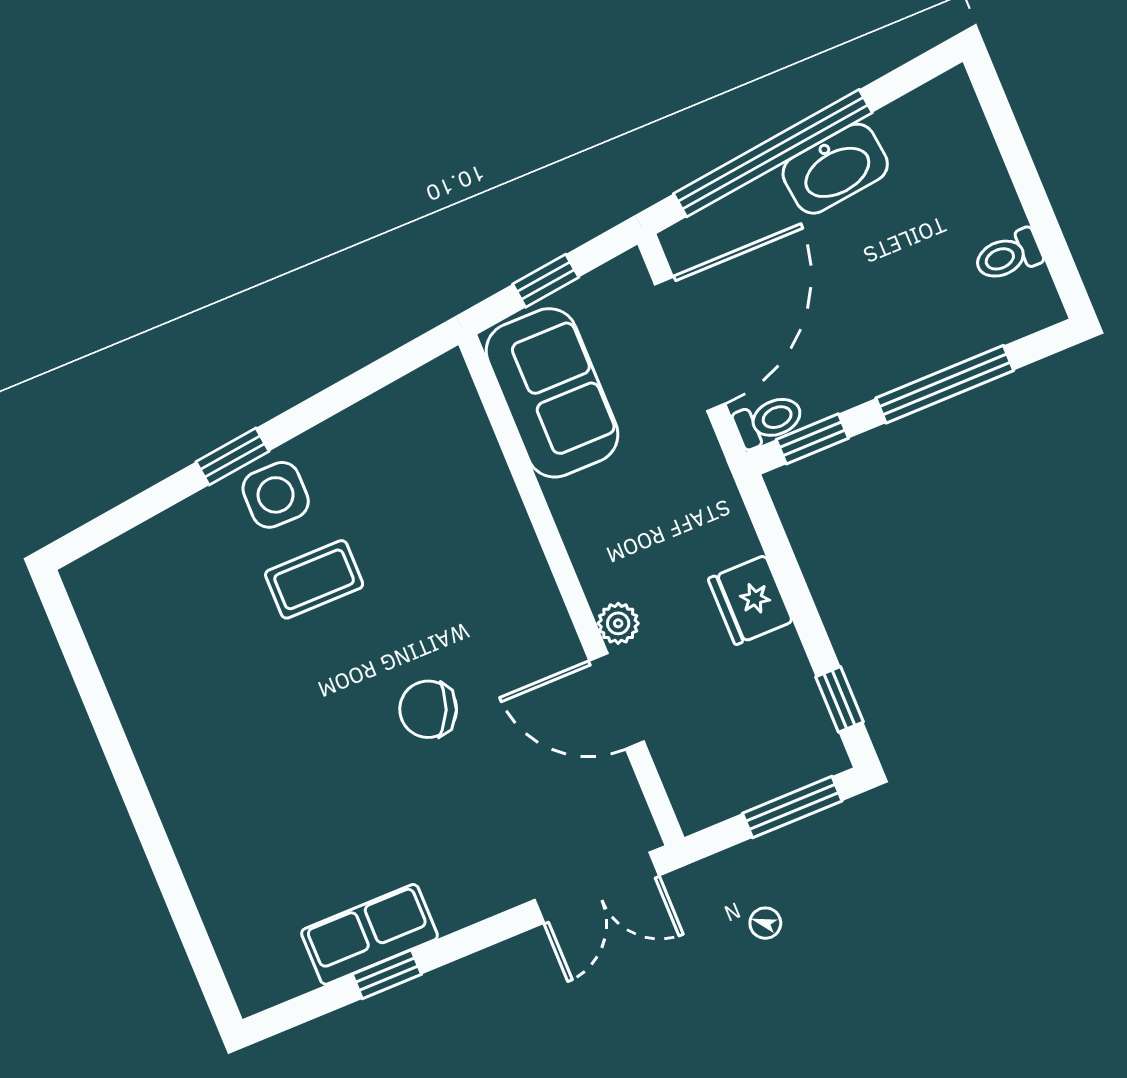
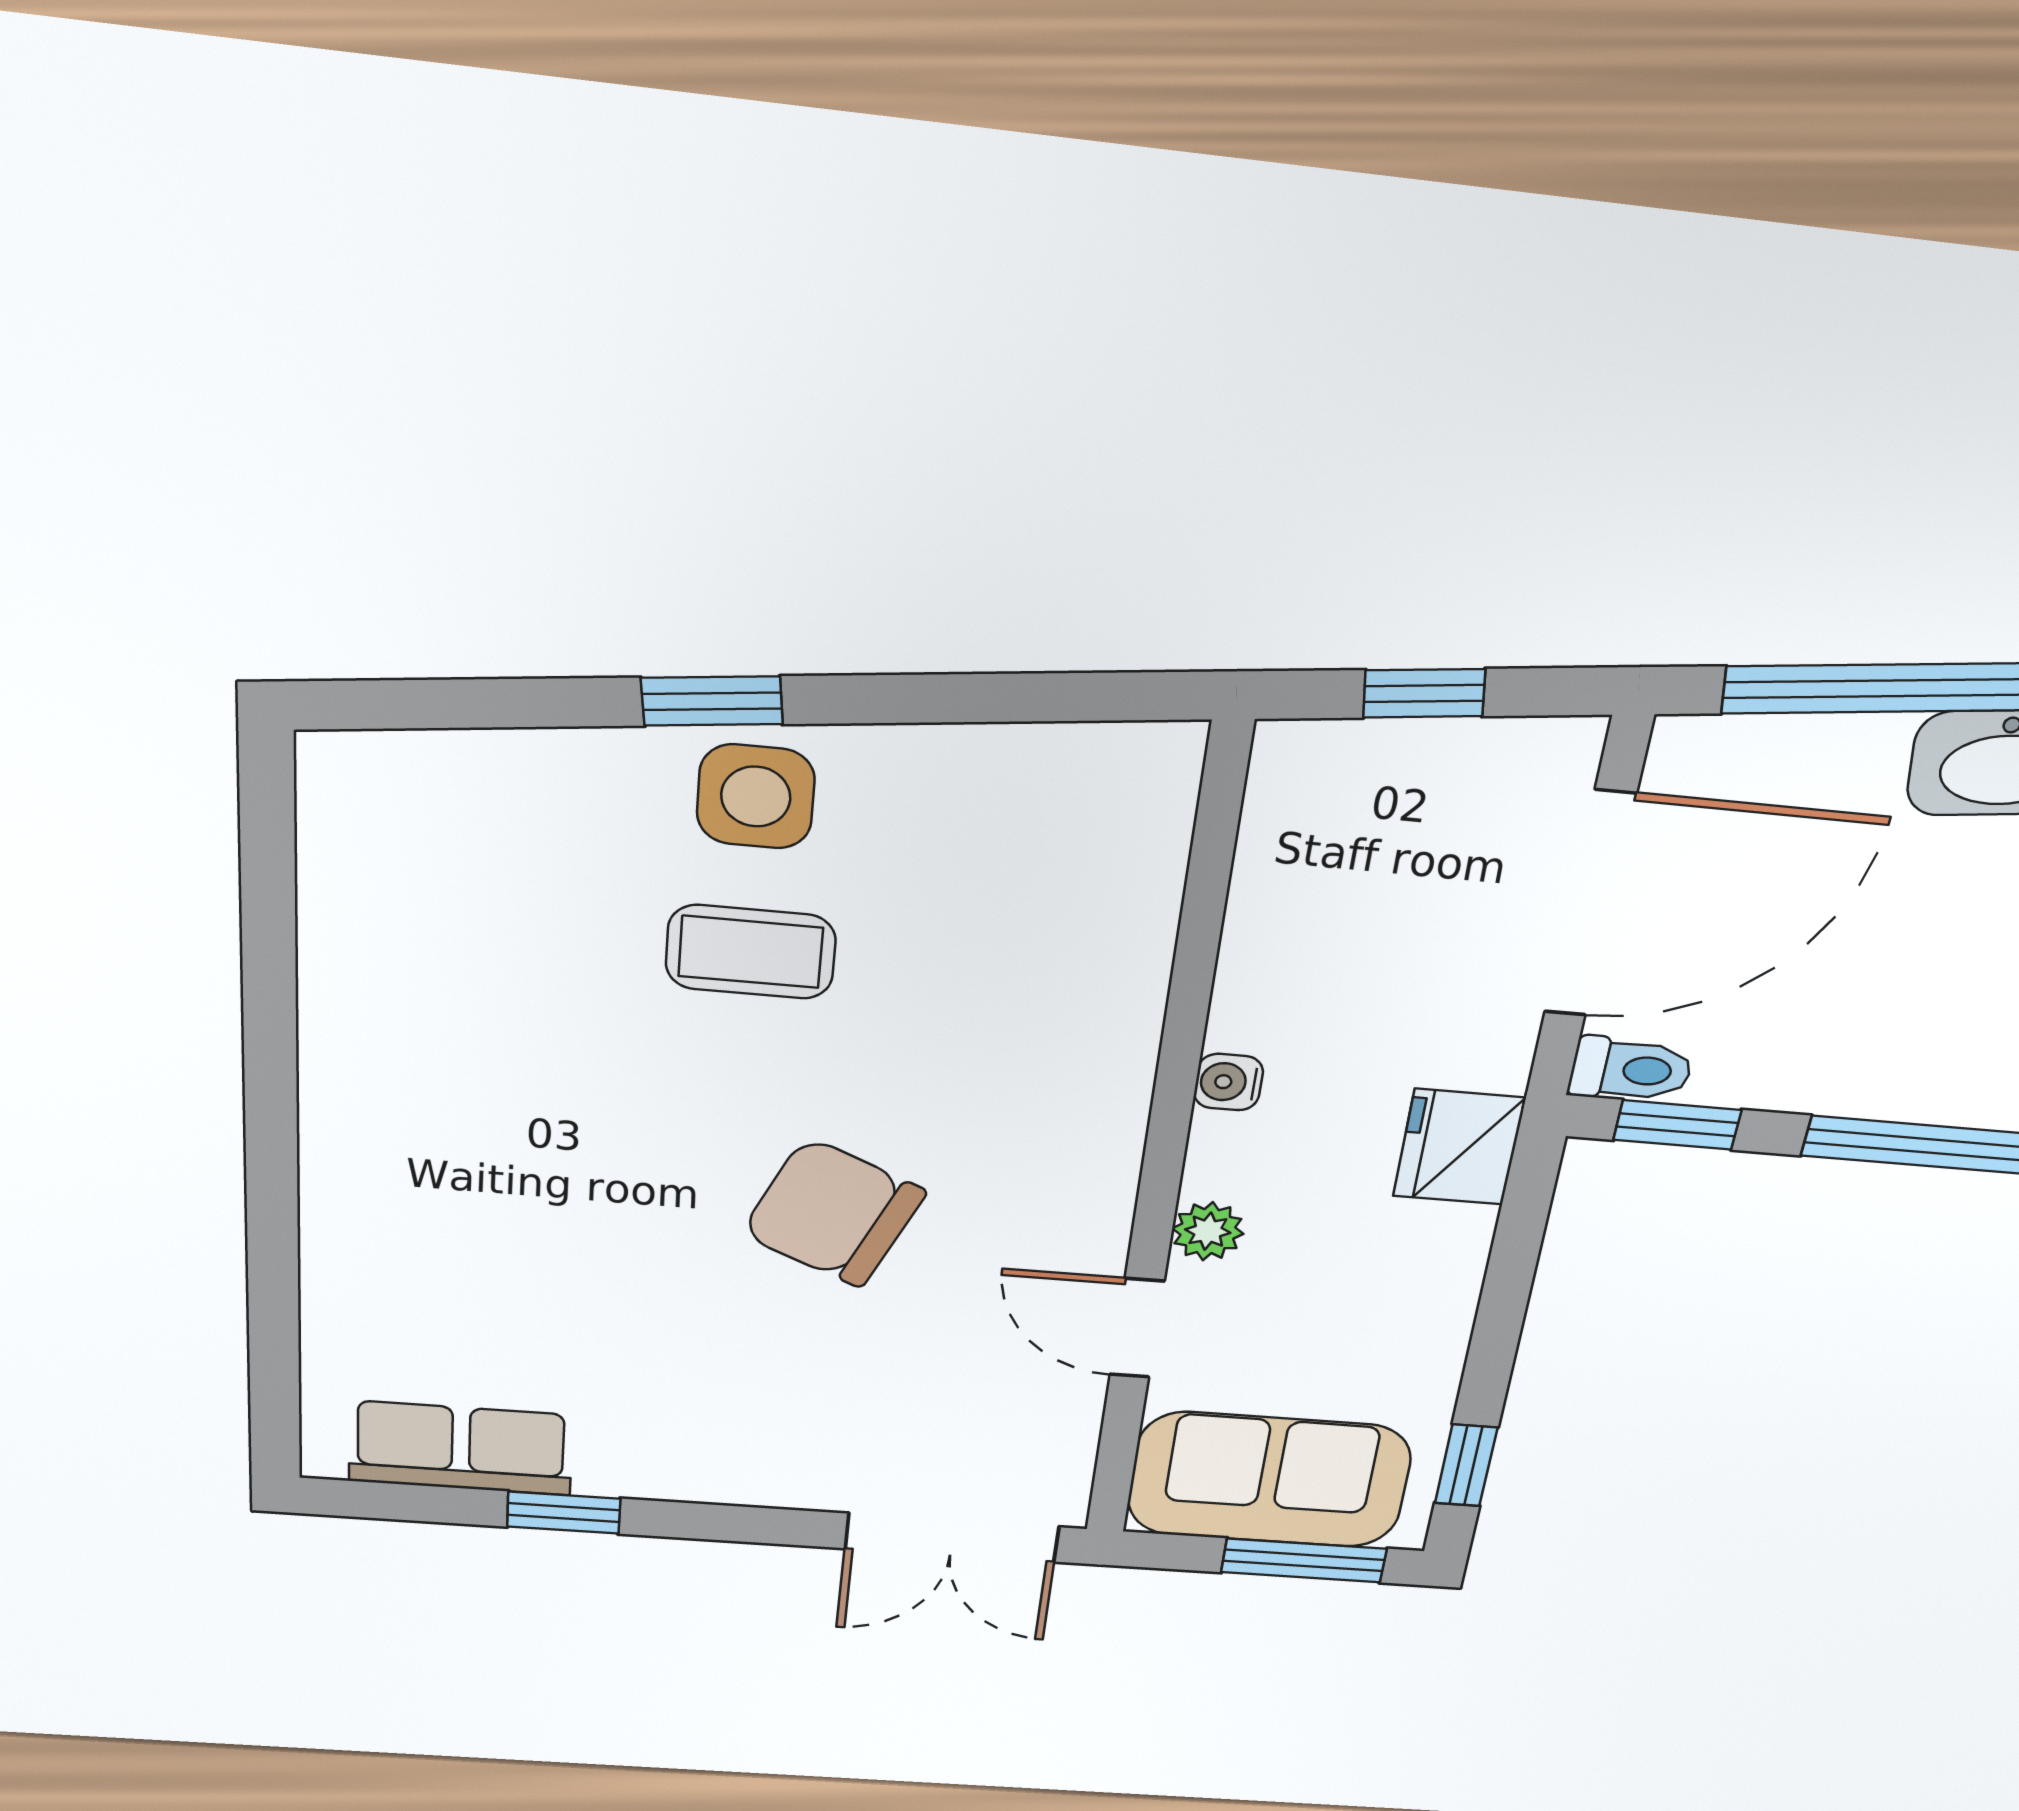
sofa: (552, 393) -> (1269, 1480), moved, turned -90
water cooler: (578, 532) -> (1228, 1082), added
fridge: (750, 600) -> (1459, 1147), moved
door: (617, 701) -> (1137, 1328), width x0.73
chair: (428, 709) -> (833, 1213), width x1.37, depth x1.37
row of seats: (369, 934) -> (461, 1448), moved

